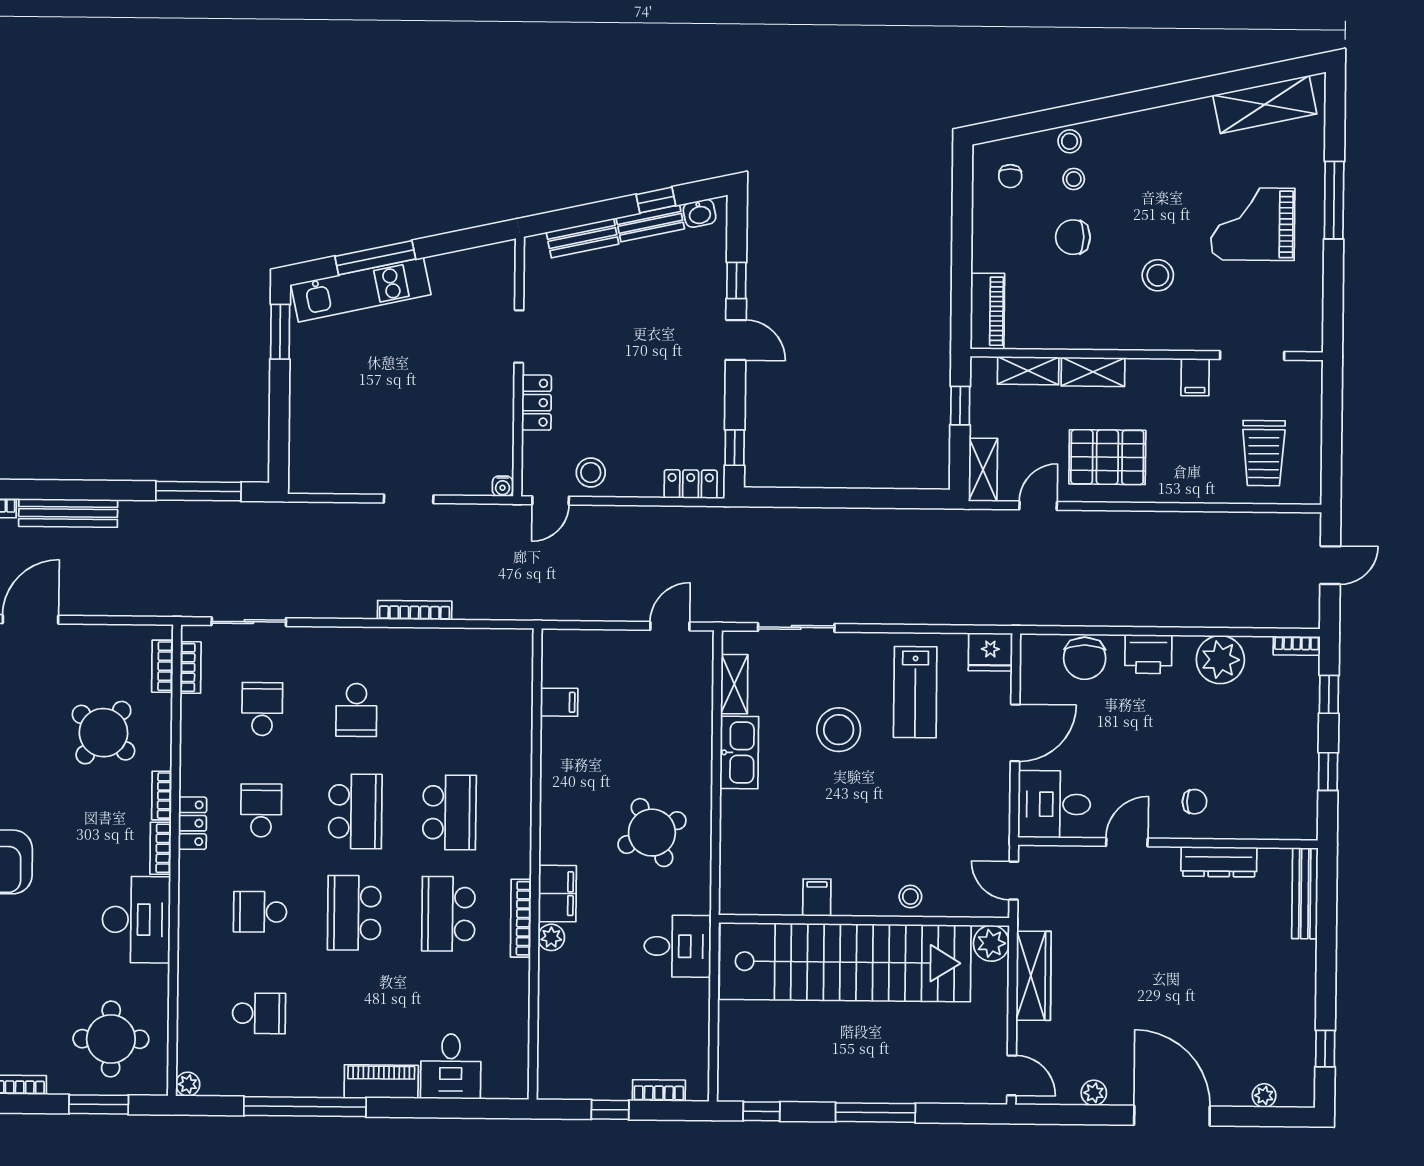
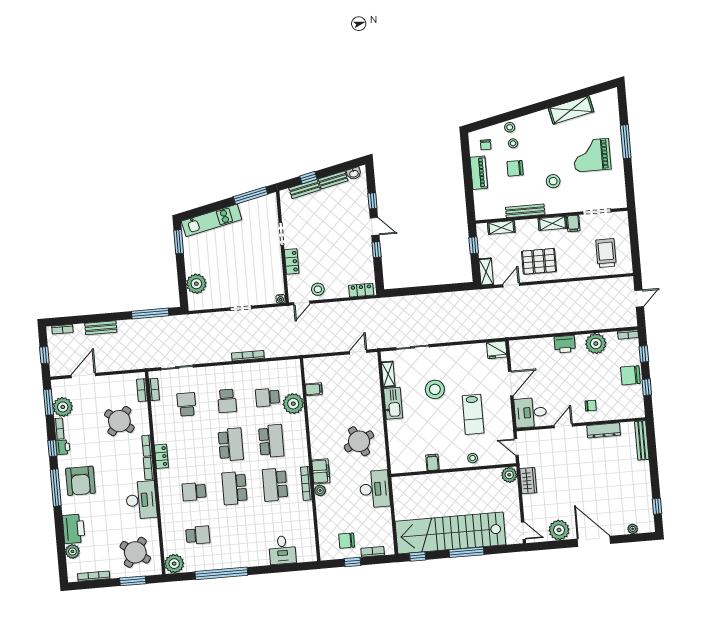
shelving: (1265, 105) -> (571, 110), moved
window: (656, 200) -> (308, 178), moved
window: (375, 258) -> (251, 195), moved
piano: (987, 311) -> (479, 173), moved
bench: (1087, 338) -> (525, 211), added
shelving: (1093, 372) -> (552, 223), moved
plant: (312, 433) -> (196, 284), added
window: (735, 448) -> (377, 250), moved
trolley: (1264, 453) -> (606, 253), turned 180
bench: (68, 513) -> (101, 328), width x0.73
chair: (1085, 658) -> (630, 375), moved, turned 90
lab bench: (915, 692) -> (473, 414), moved
plant: (509, 731) -> (293, 404), added
school desk: (261, 810) -> (267, 397), moved, turned -90
desk: (677, 946) -> (375, 489), width x1.37
stairs: (845, 962) -> (450, 533), moved, turned 180
wardrobe: (1034, 976) -> (528, 481), width x0.67
round table: (111, 1039) -> (135, 552), turned 36
chair: (601, 1059) -> (347, 541), added
piano: (381, 1082) -> (253, 559), removed
plant: (188, 1084) -> (174, 564), width x1.87, depth x1.87
plant: (1094, 1093) -> (559, 530), width x1.88, depth x1.88

